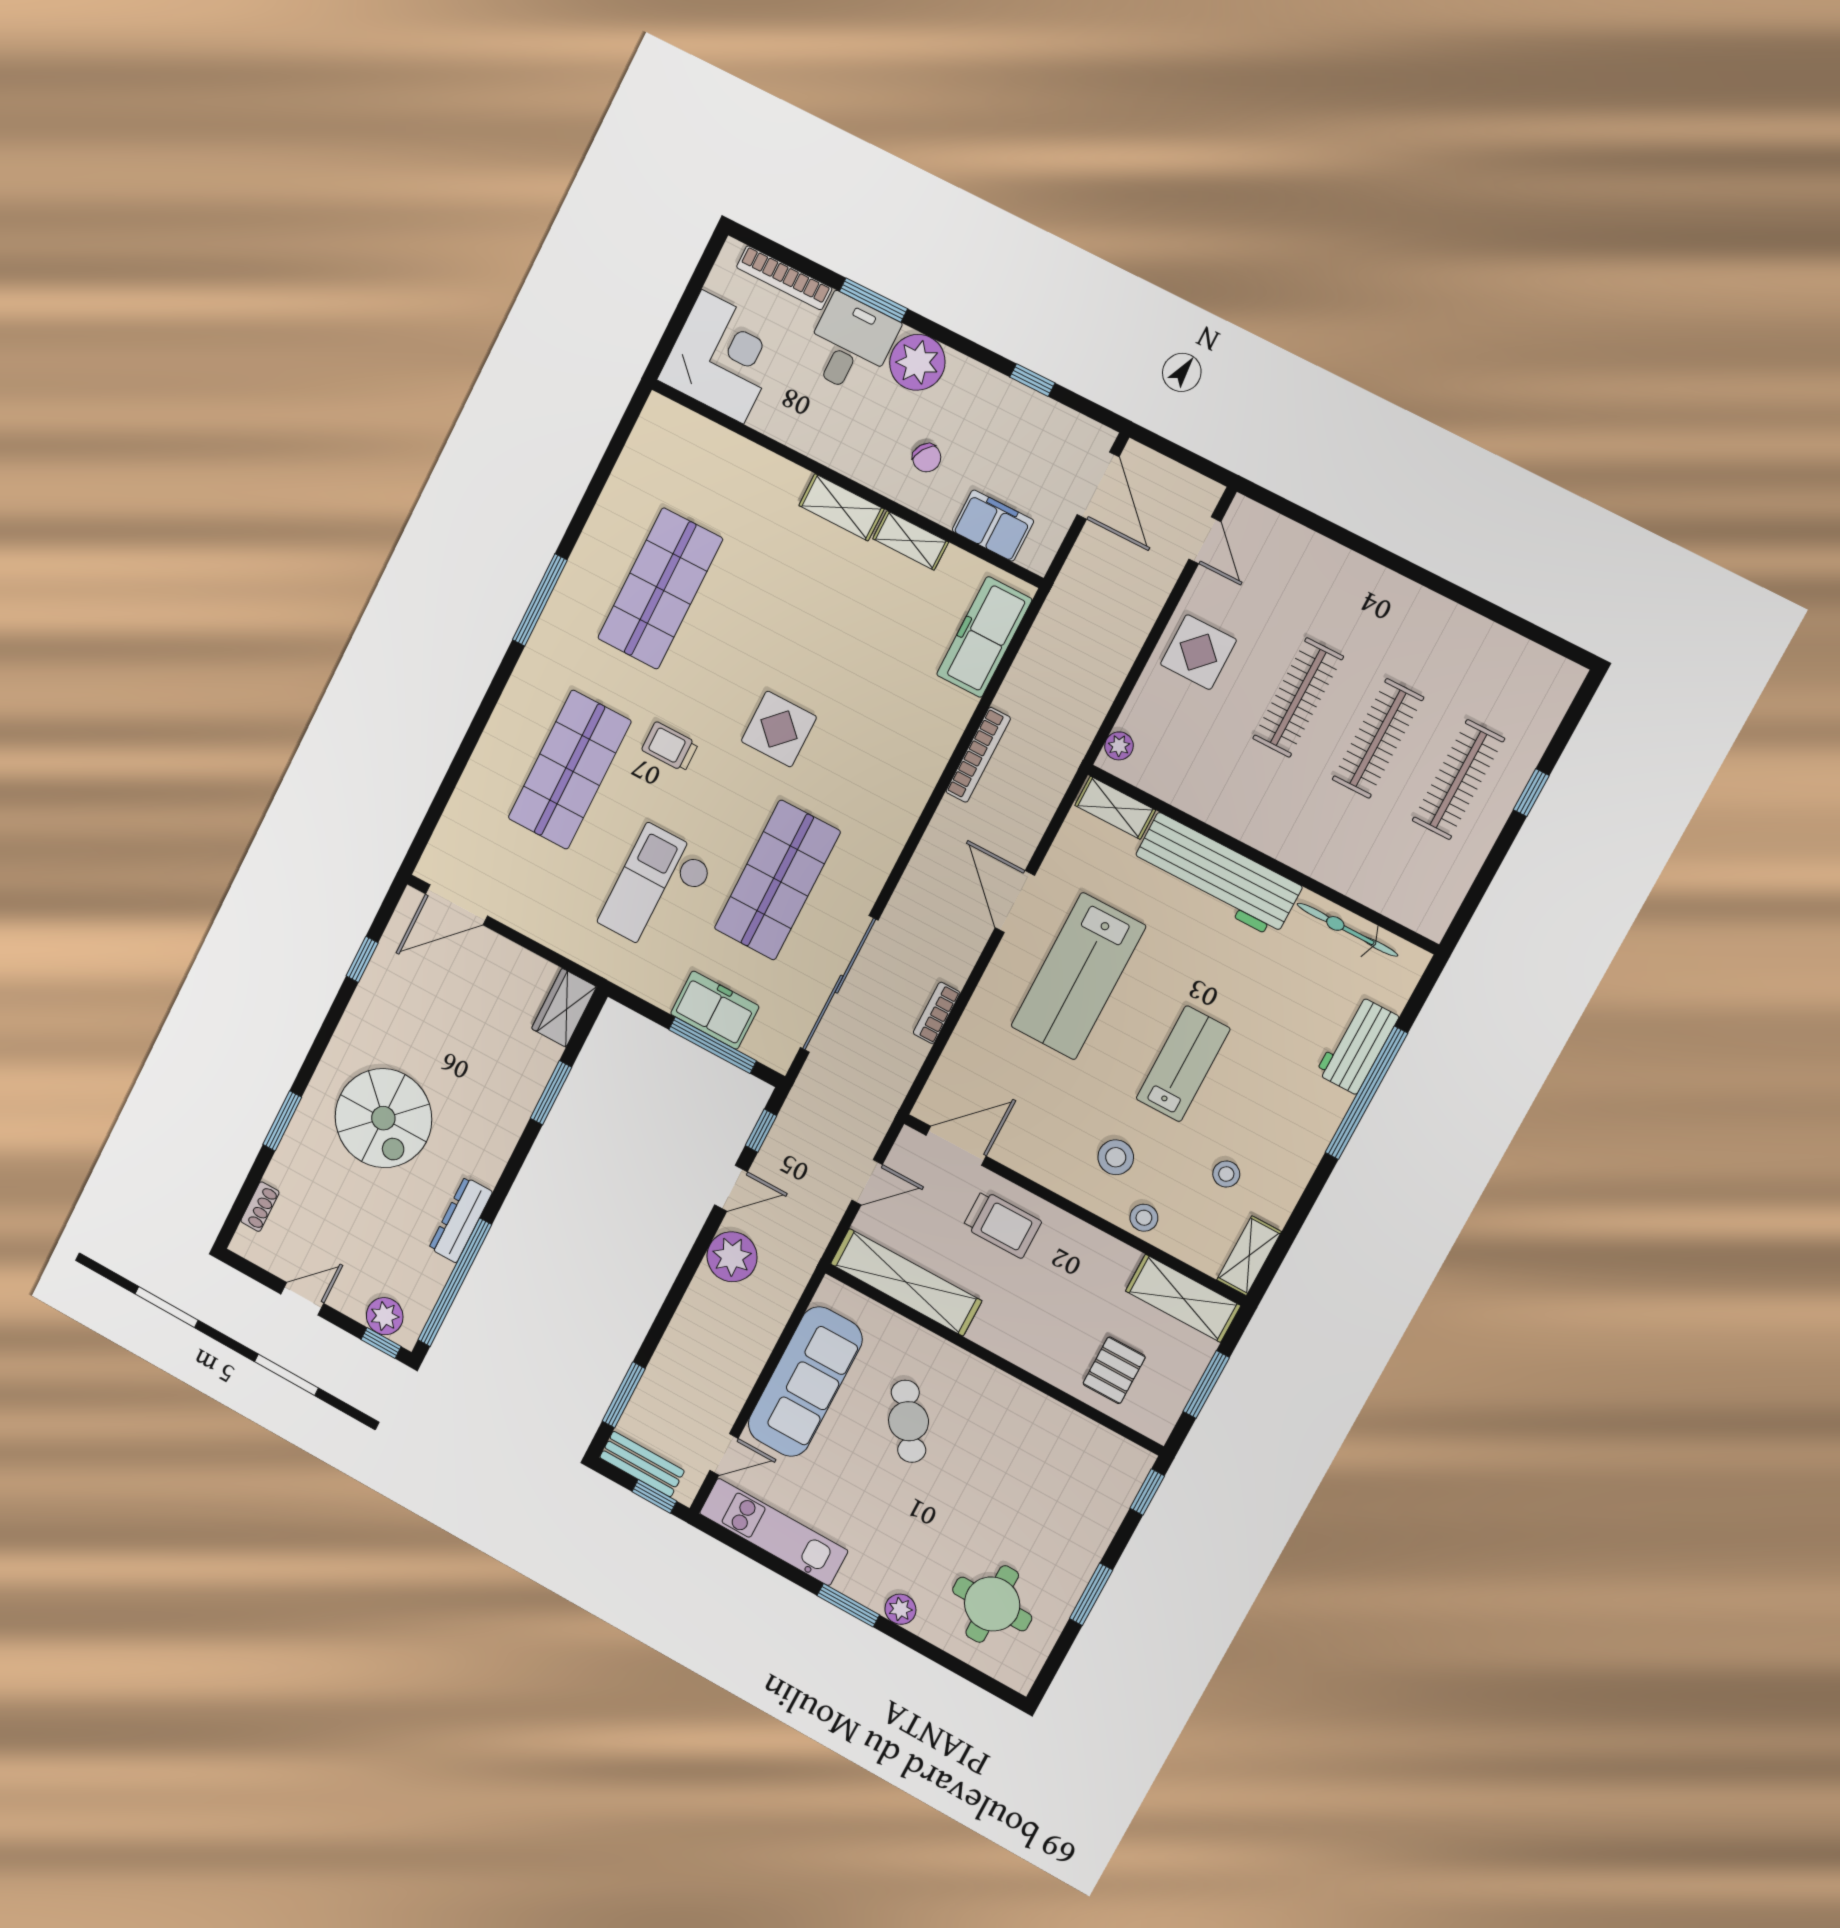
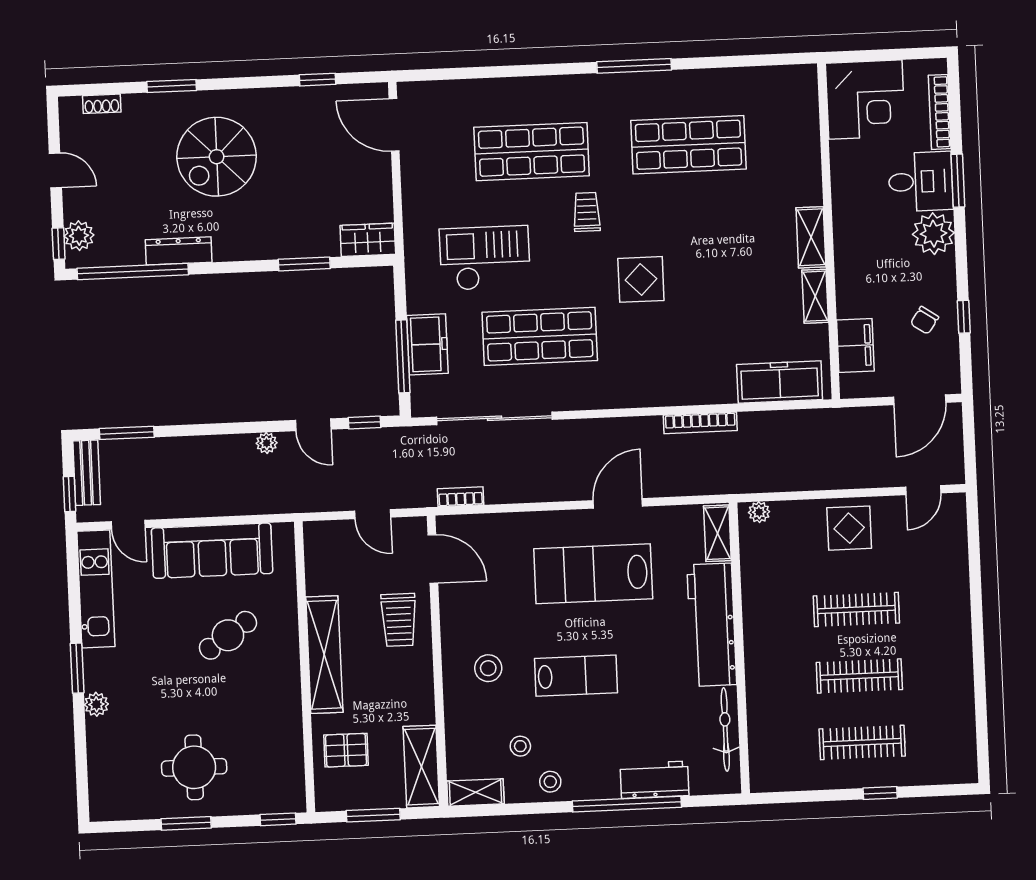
chair: (927, 458) -> (924, 320), moved
bookcase: (937, 1013) -> (461, 497), moved
stool: (1144, 1218) -> (550, 782), moved
plant: (732, 1257) -> (267, 443), width x0.53, depth x0.53
shelving: (906, 1282) -> (324, 655), moved
round table: (992, 1604) -> (194, 767), moved

